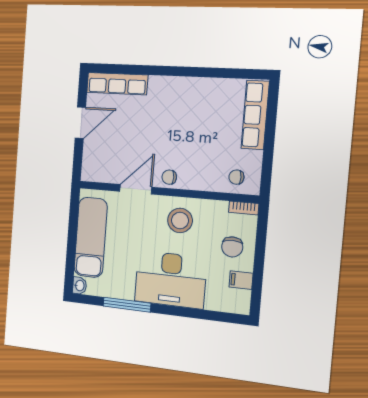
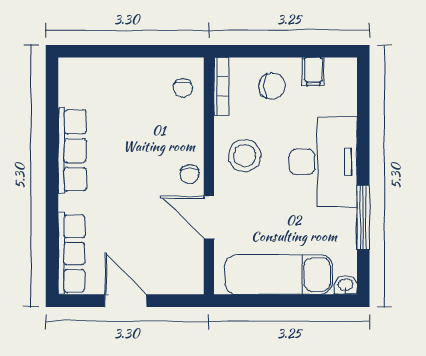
row of seats: (255, 115) -> (72, 151), moved, turned -90
bookcase: (244, 208) -> (221, 86), width x1.56

